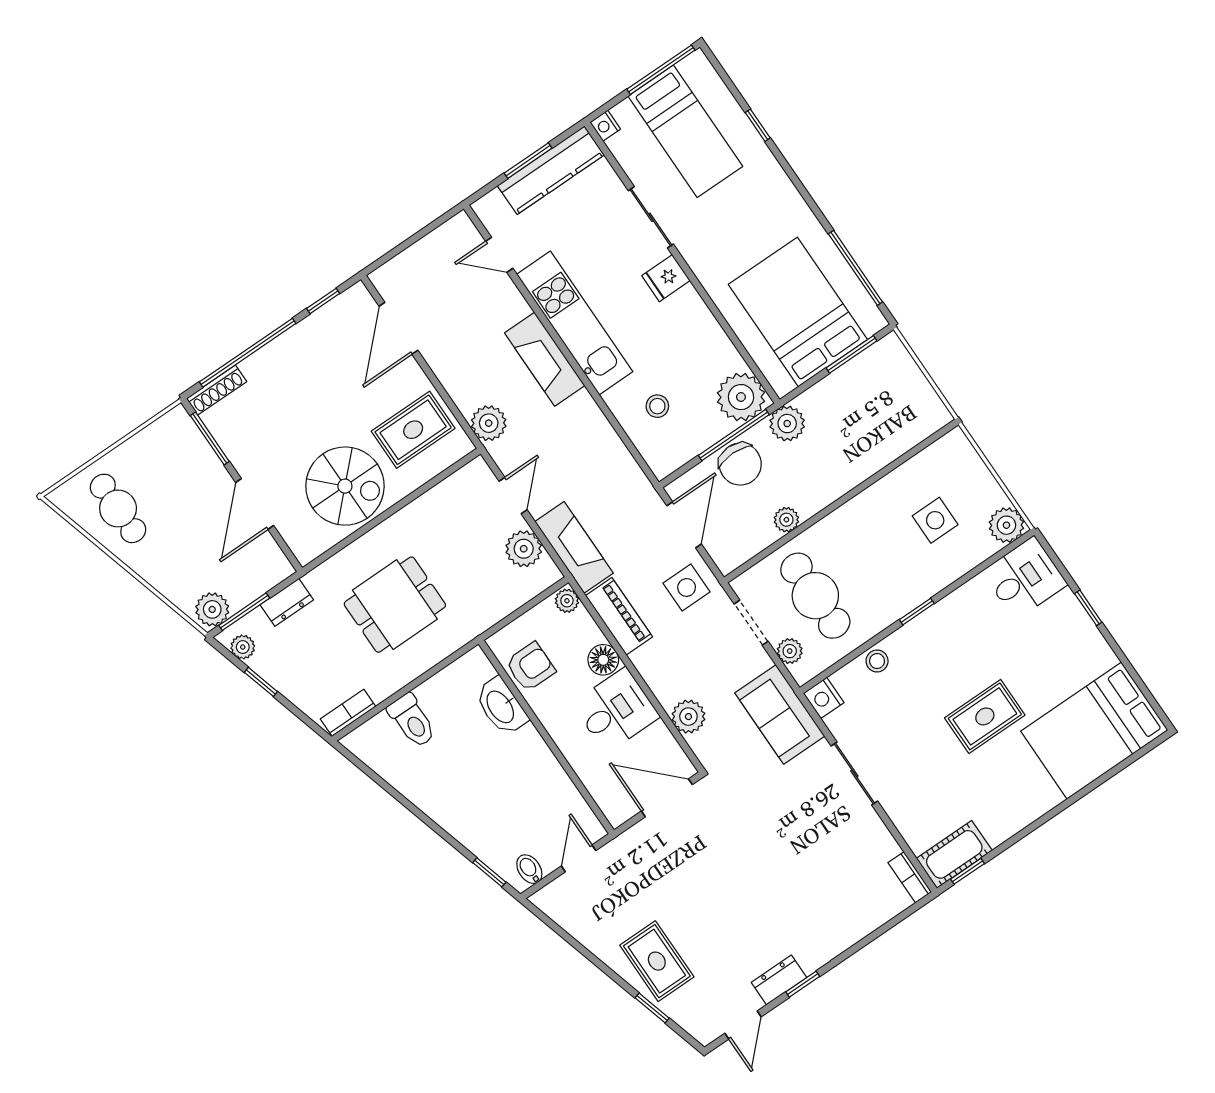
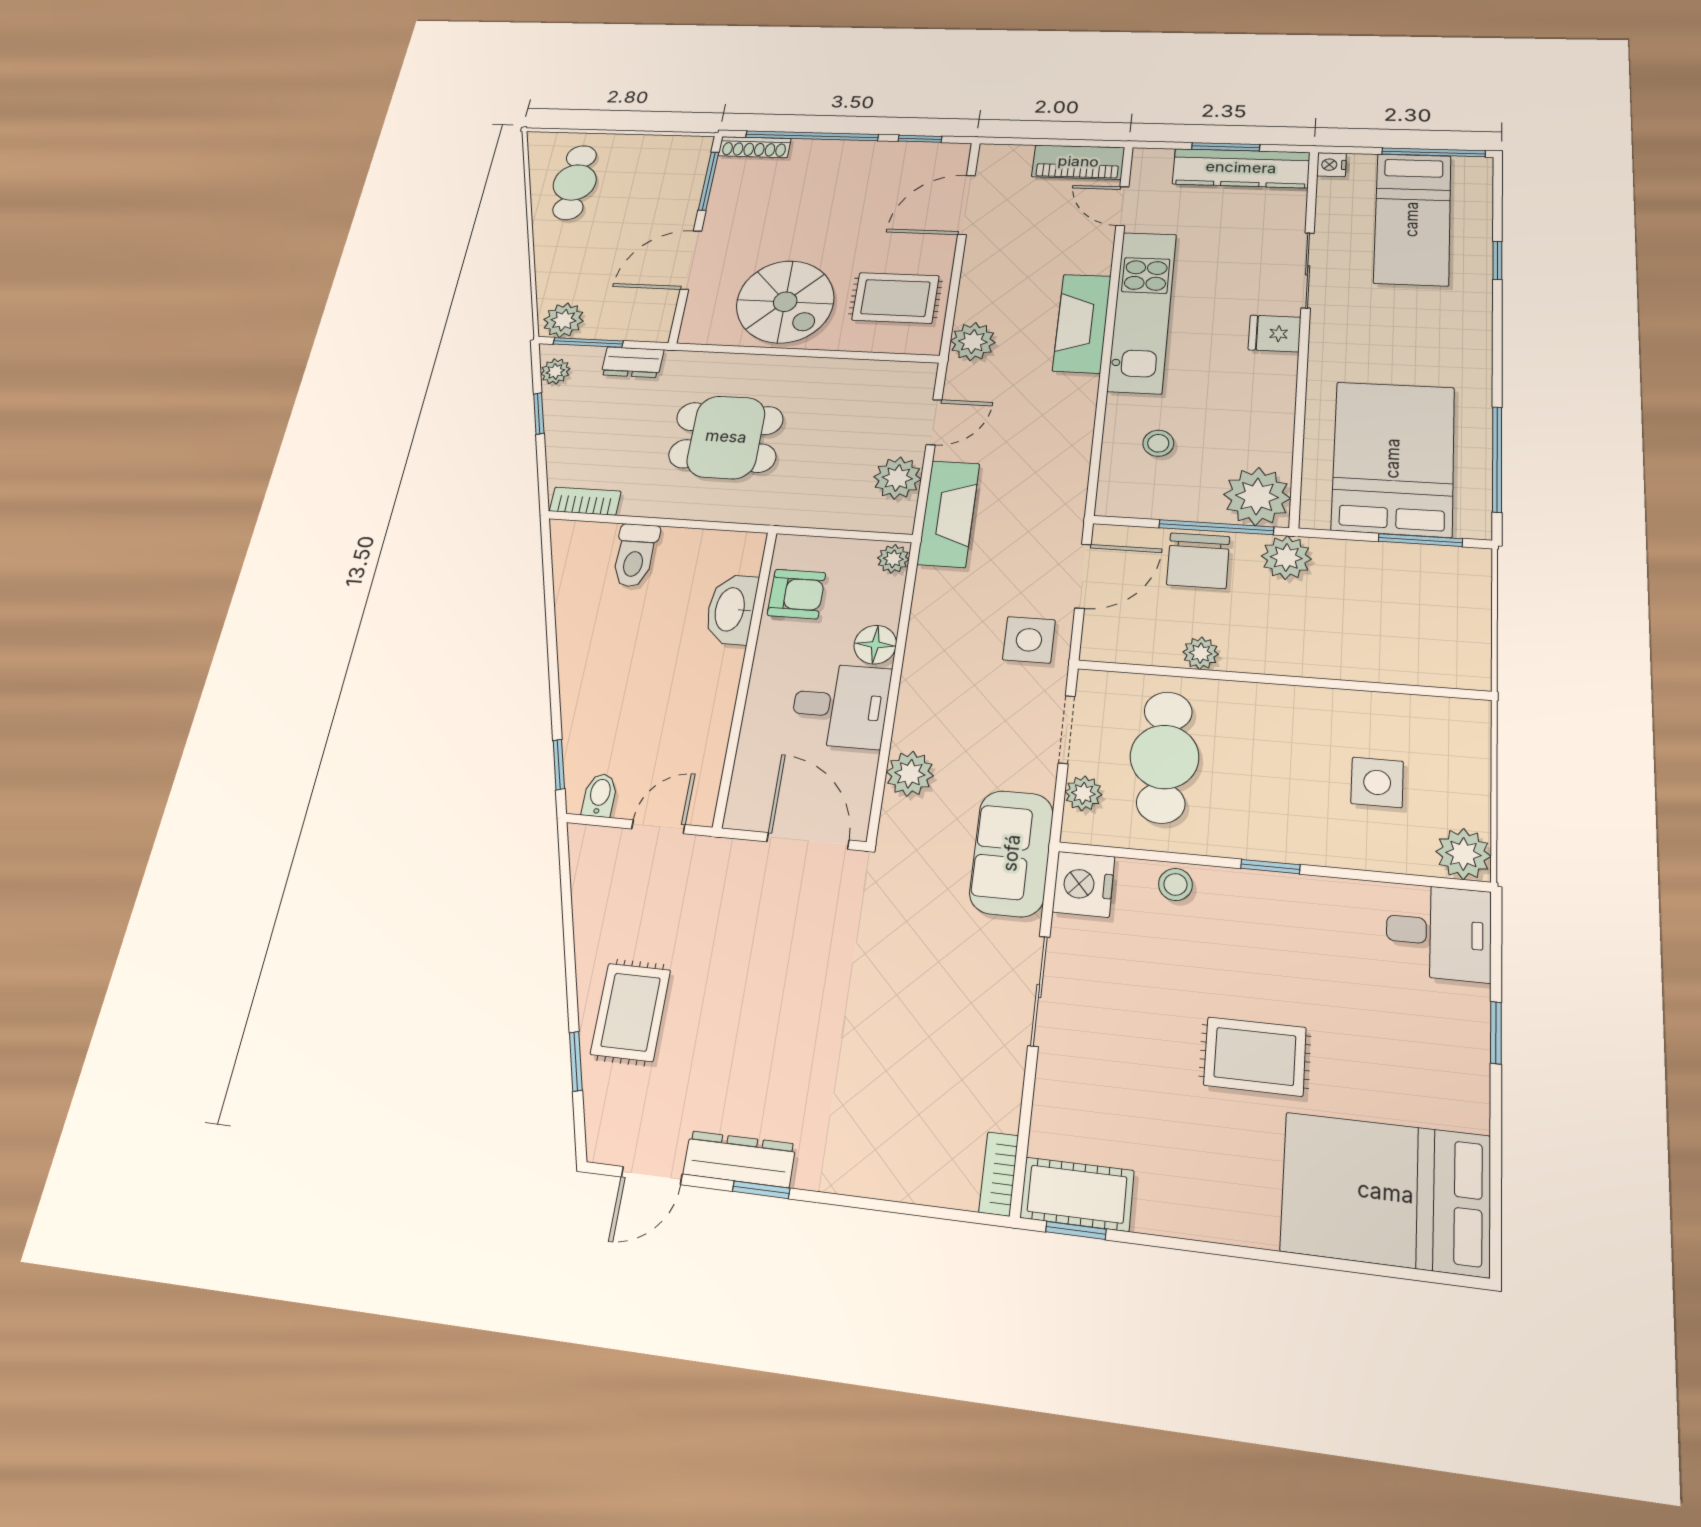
piano: (619, 616) -> (1078, 162), moved, turned 90
nightstand: (824, 698) -> (1084, 884), width x1.36, depth x1.33
dresser: (779, 980) -> (739, 1159), width x1.44

